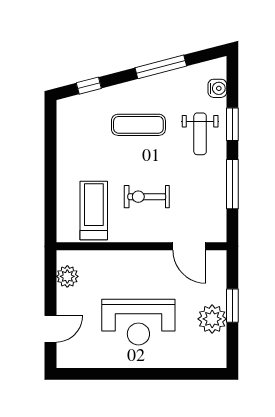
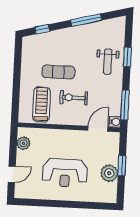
water cooler: (217, 88) -> (115, 122), moved
exercise mat: (138, 125) -> (58, 72), moved
window: (232, 184) -> (125, 105), moved
door: (189, 246) -> (98, 129), swing flipped

